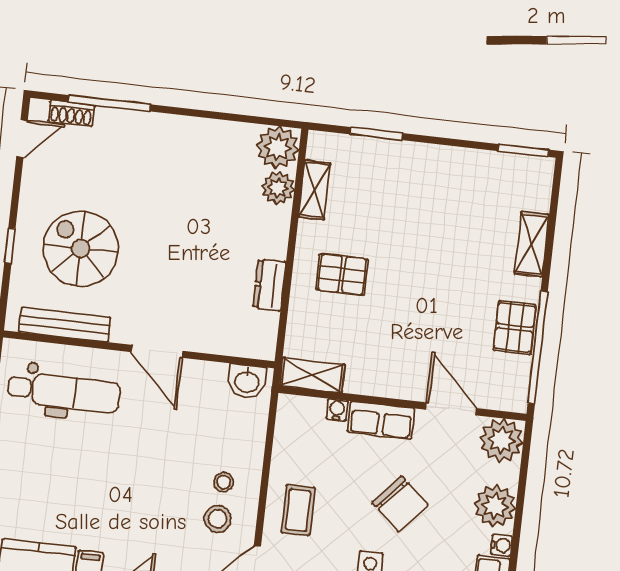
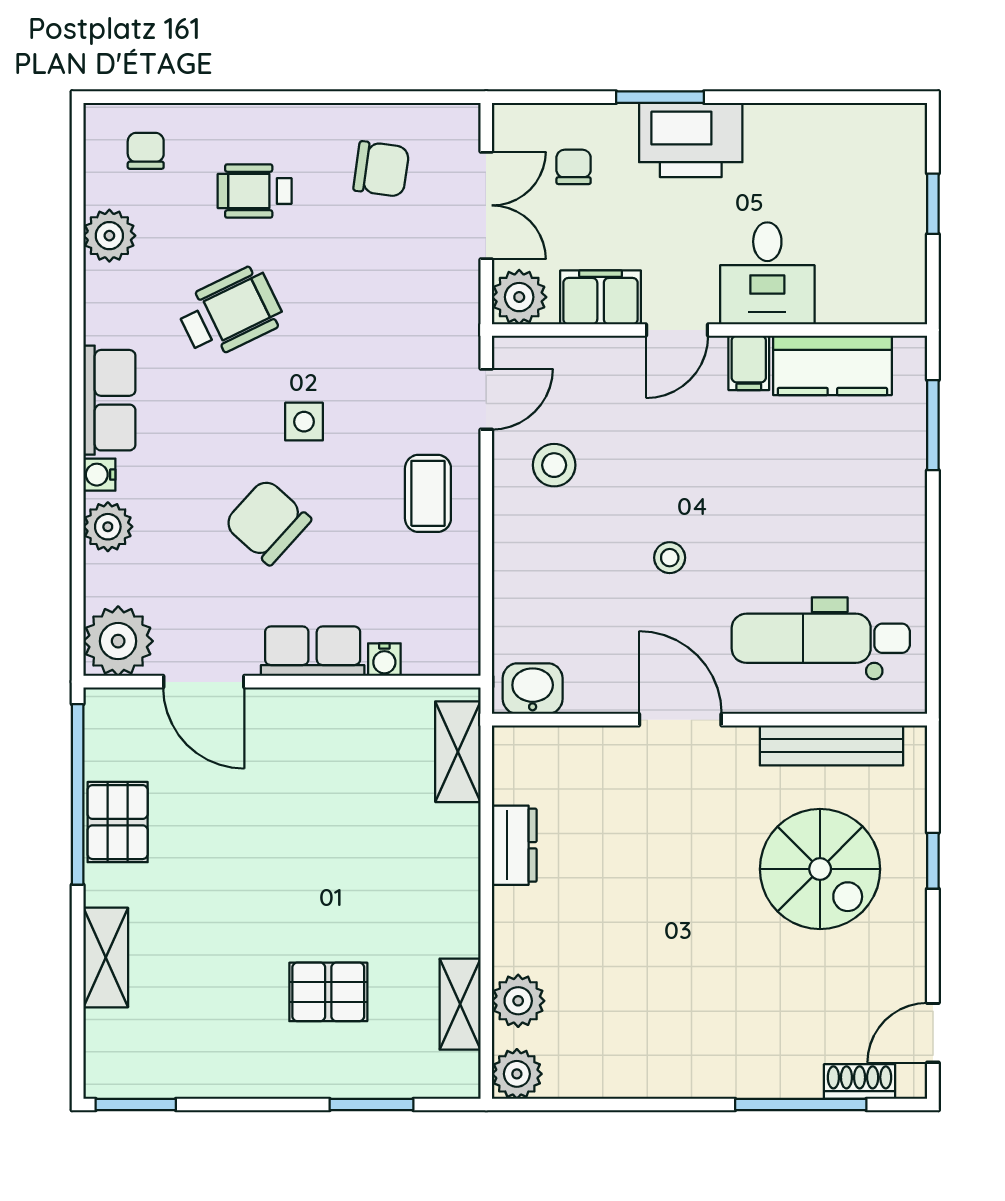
plant: (278, 147) -> (517, 1074), width x0.73, depth x0.73
pallet: (342, 274) -> (328, 992), moved
shelving: (312, 375) -> (458, 752), moved, turned 90
stool: (224, 482) -> (670, 558), moved
plant: (495, 506) -> (108, 527), width x0.73, depth x0.73

